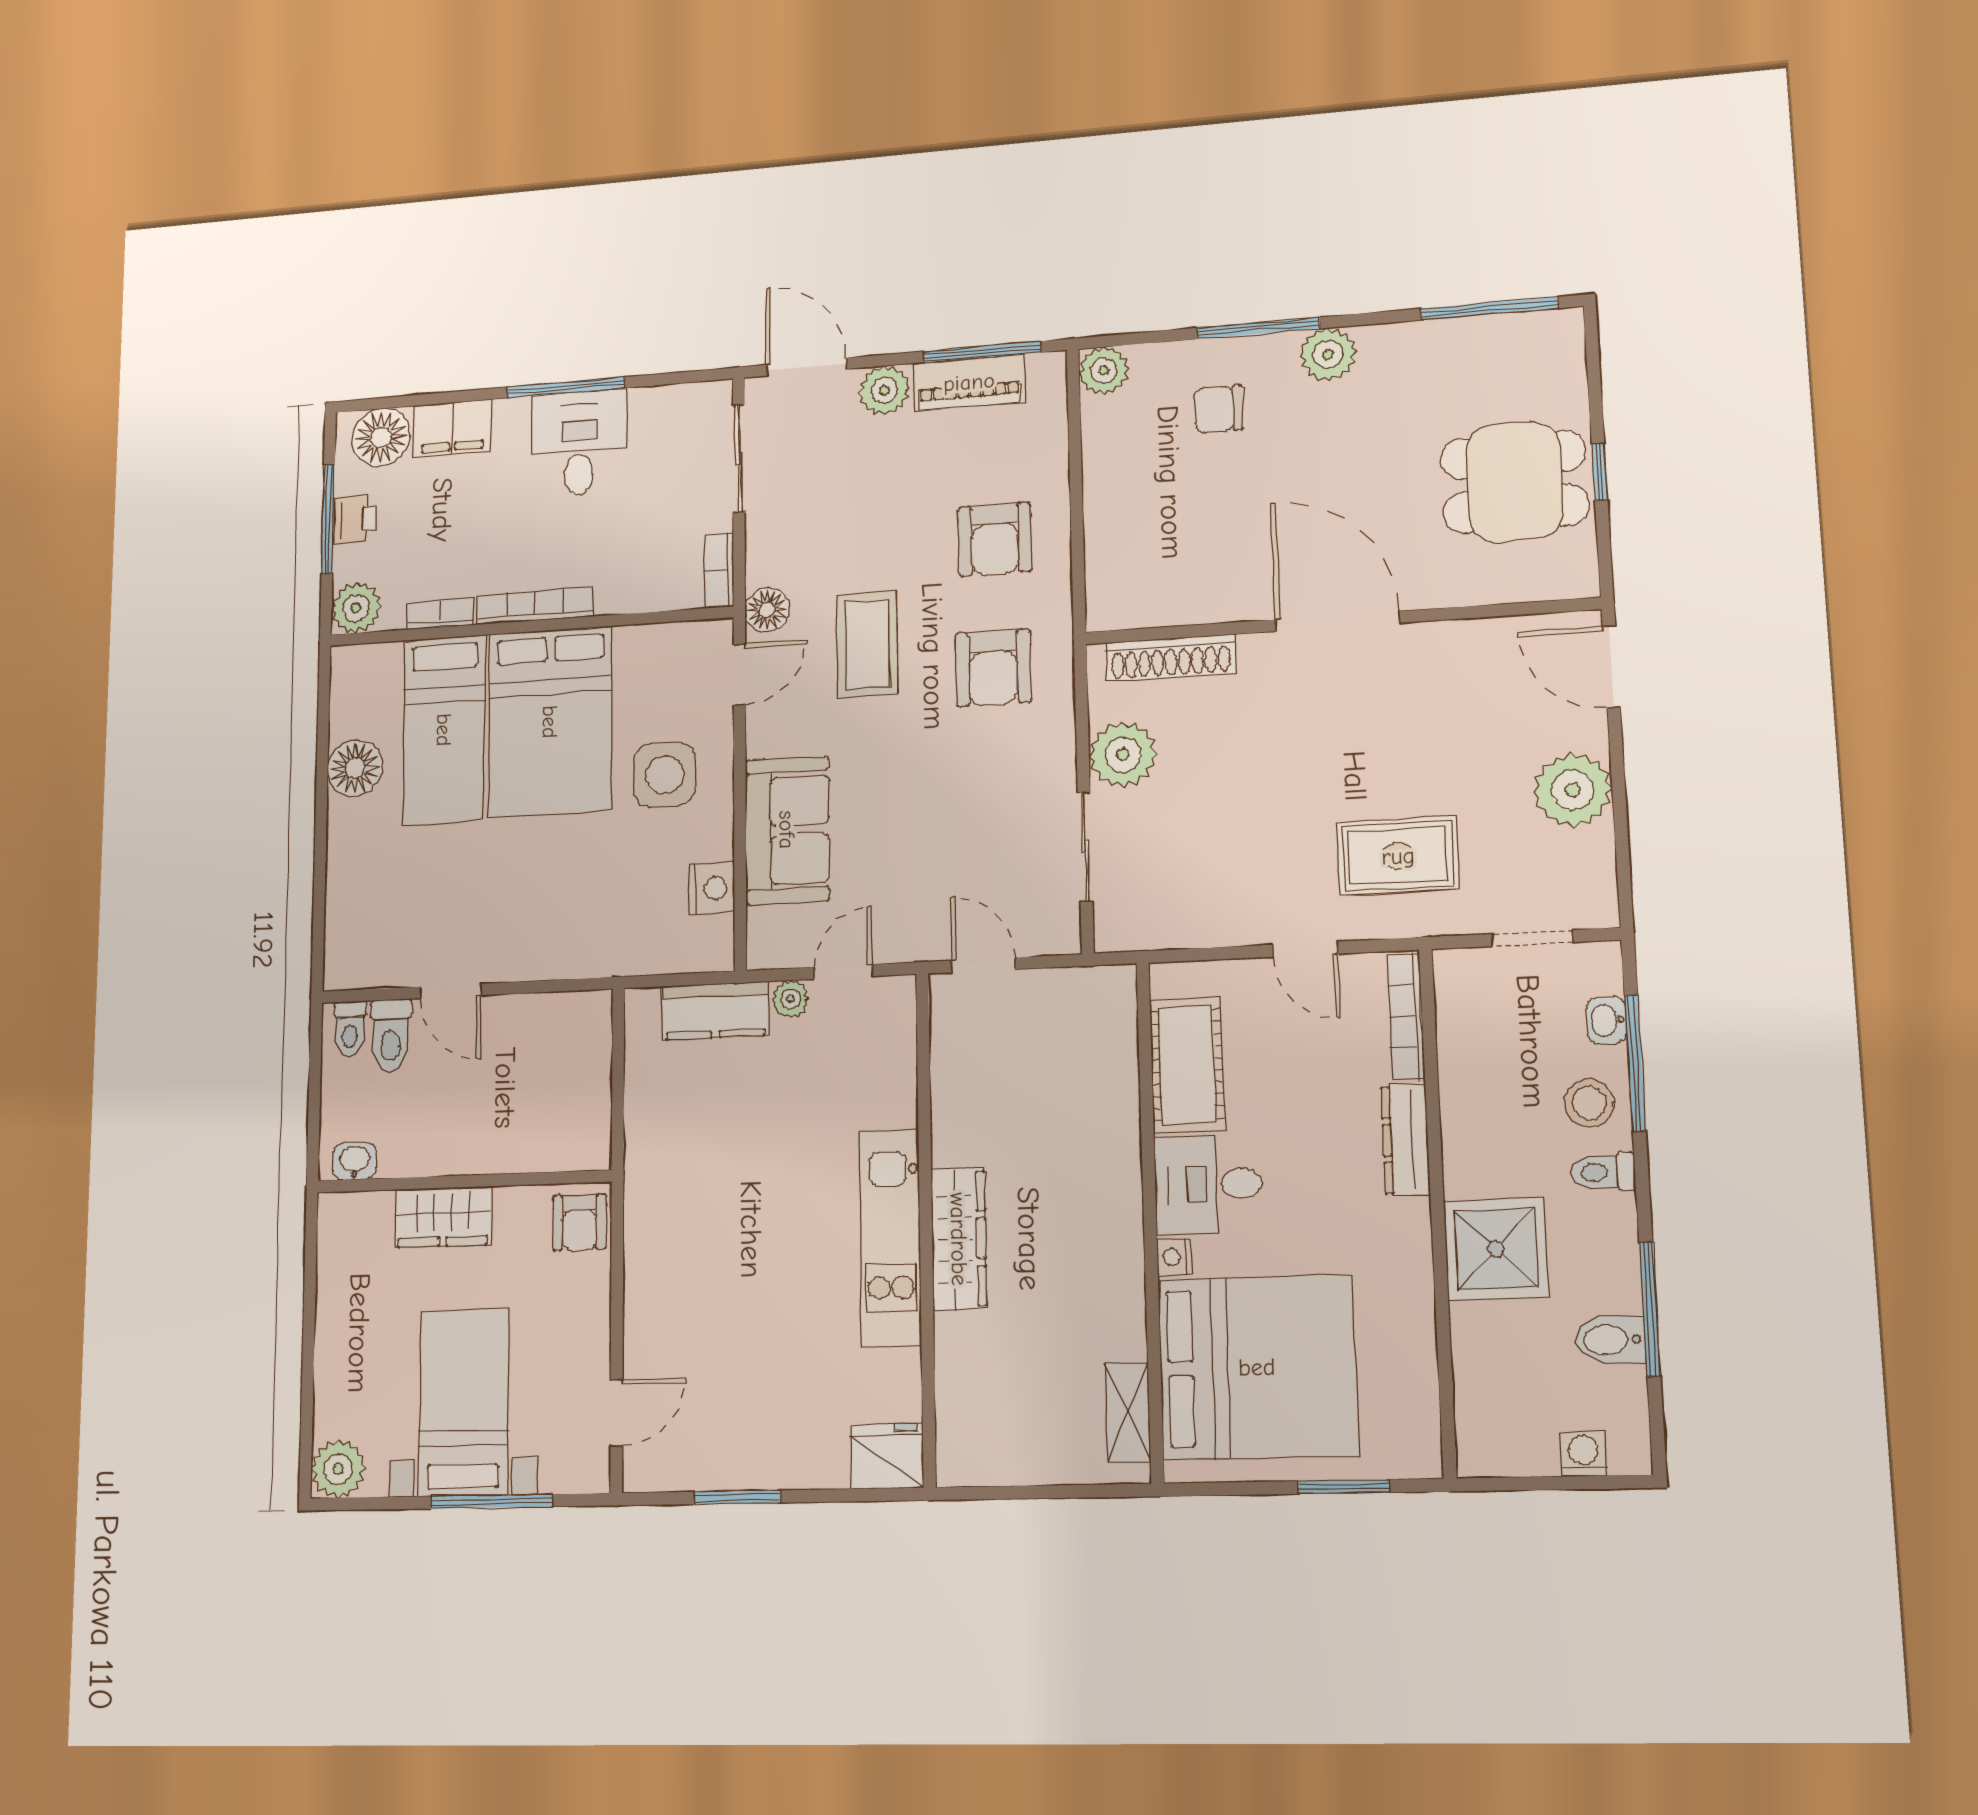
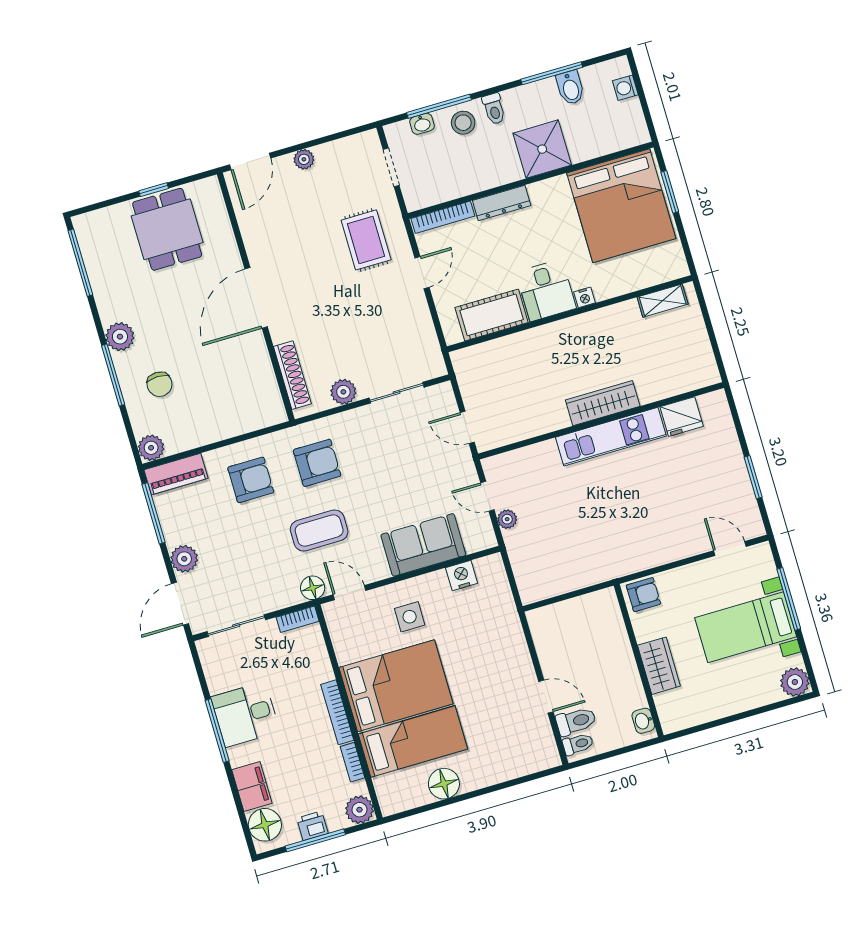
piano: (969, 382) -> (176, 474), moved, turned 90
plant: (1123, 755) -> (343, 392), width x0.73, depth x0.73
side table: (665, 775) -> (410, 617), width x0.73, depth x0.73
plant: (1573, 790) -> (304, 159), width x0.53, depth x0.53
door: (983, 965) -> (467, 427), hinge flipped
door: (451, 991) -> (546, 697), hinge flipped
kitchen counter: (715, 1011) -> (522, 556), removed
bed: (1257, 1367) -> (621, 206), moved, turned 180
fridge: (887, 1456) -> (682, 417), moved, turned -90

